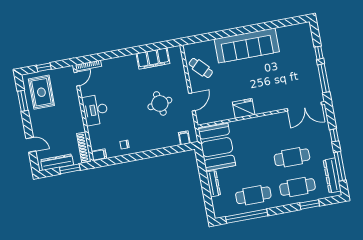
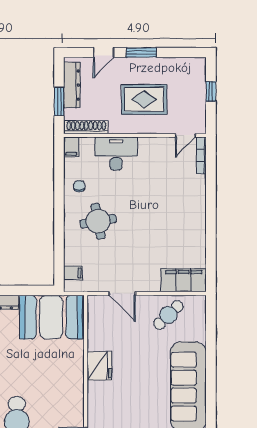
filing cabinet: (153, 59) -> (184, 280), moved, turned 90
door: (77, 79) -> (185, 135), hinge flipped
rug: (41, 92) -> (144, 99), moved
window: (23, 101) -> (141, 52), moved
round table: (160, 103) -> (98, 221), moved
desk: (95, 110) -> (116, 154), moved

